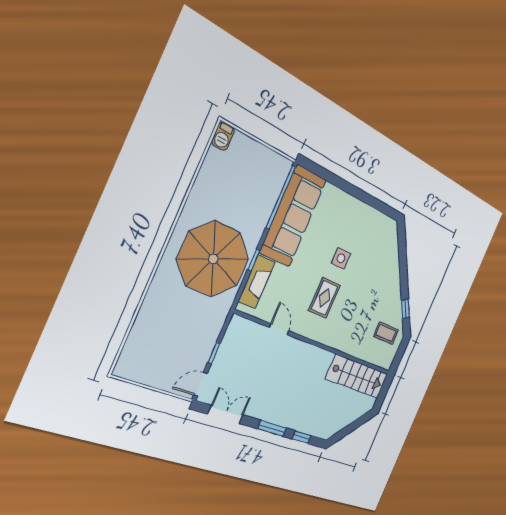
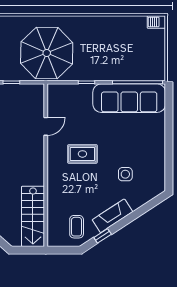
side table: (341, 258) -> (125, 174), moved
parasol: (213, 259) -> (47, 53), moved
fireplace: (256, 282) -> (112, 216), moved, turned 147

